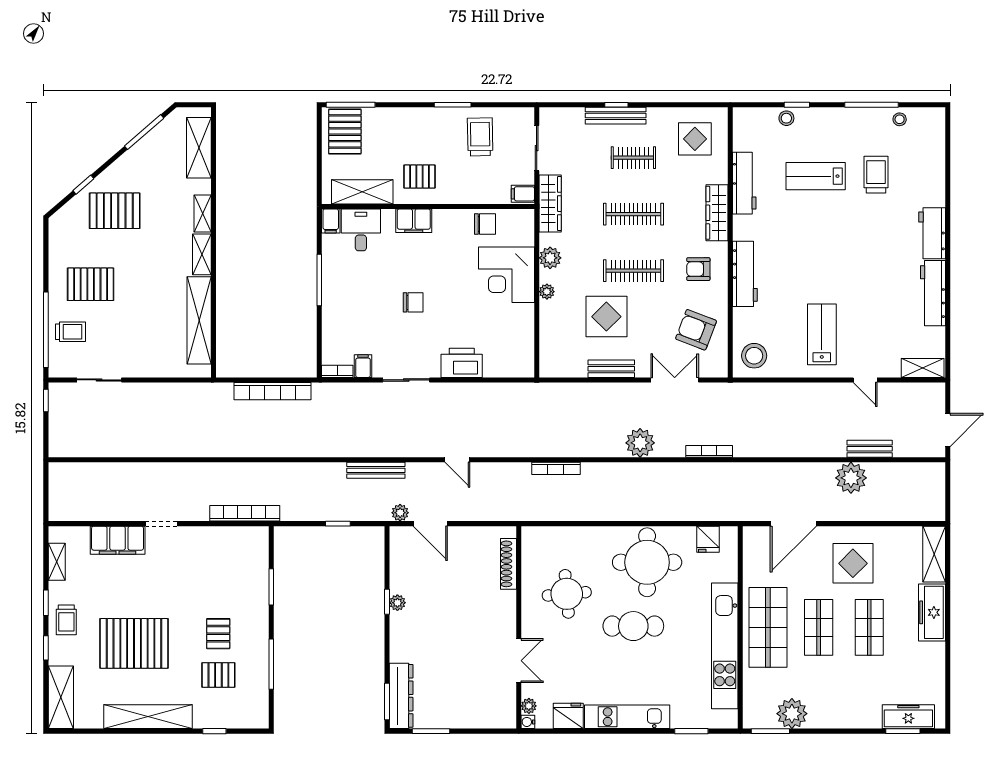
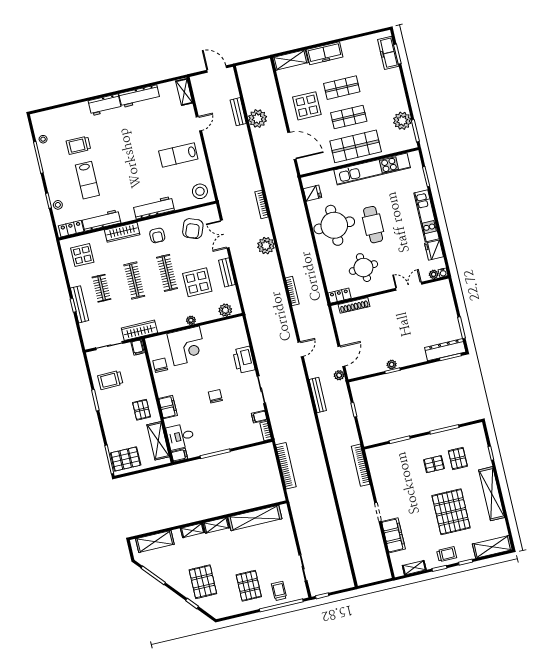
locker: (743, 131) -> (71, 229), added
plant: (550, 258) -> (225, 310), moved
locker: (530, 544) -> (339, 296), added

